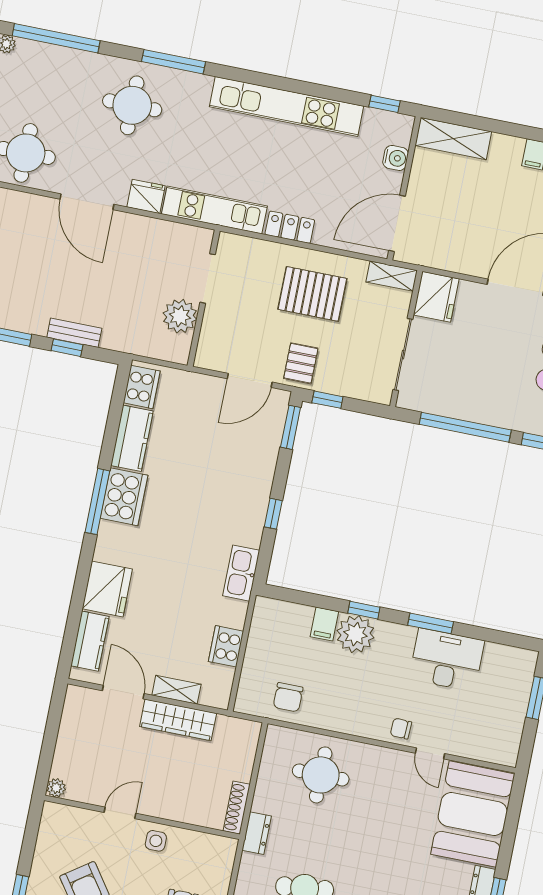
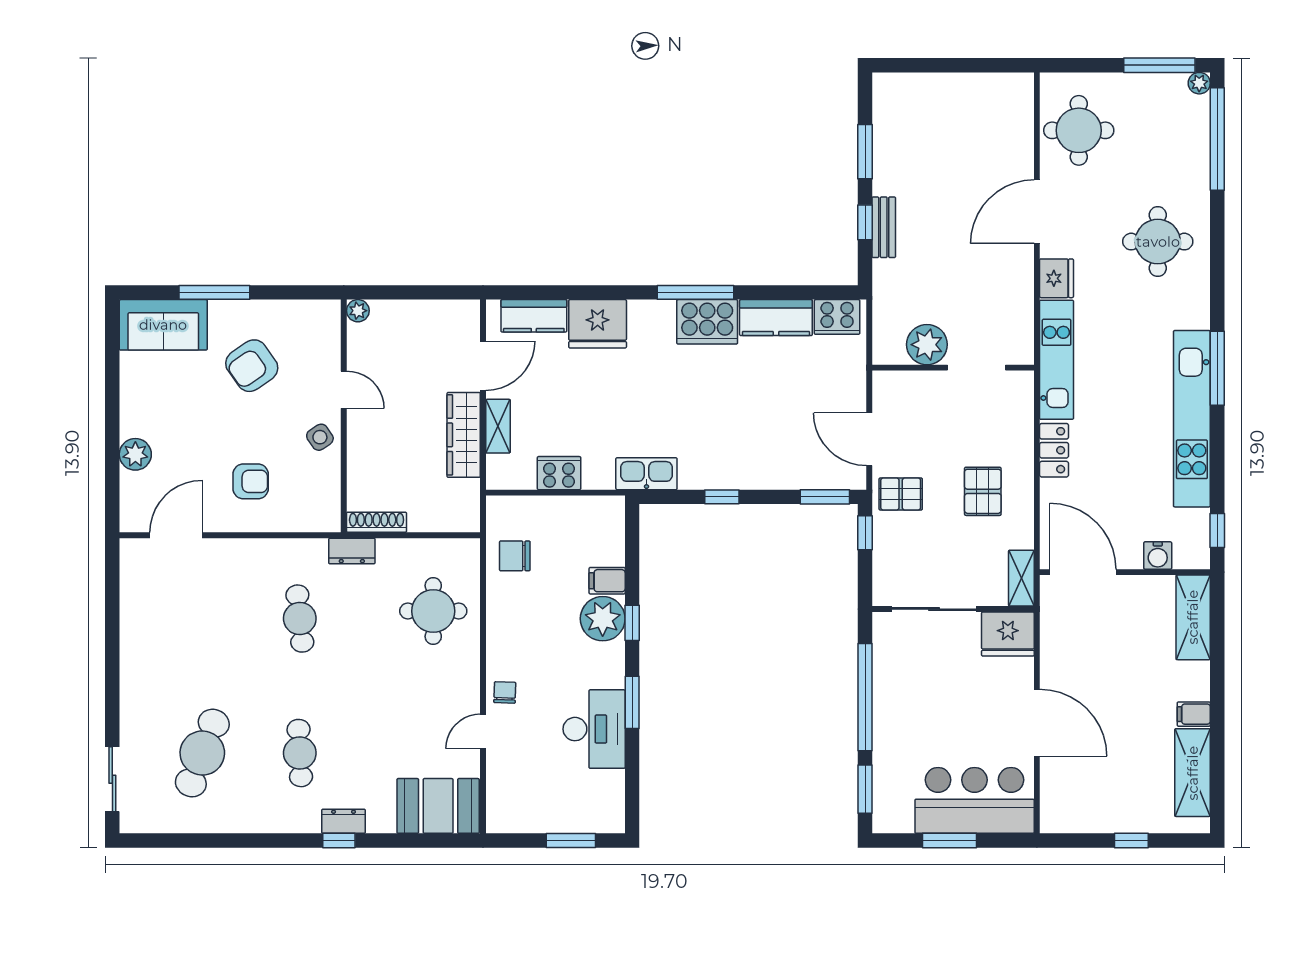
window: (174, 62) -> (1217, 368), moved
pallet: (312, 294) -> (983, 491), width x0.67, depth x0.71
booth: (473, 814) -> (438, 806), width x0.73, depth x0.70
side table: (156, 841) -> (320, 437), turned -34

